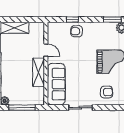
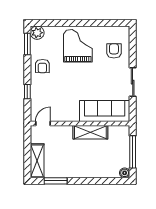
armchair: (77, 31) -> (42, 66), moved
door: (46, 50) -> (43, 123), moved

